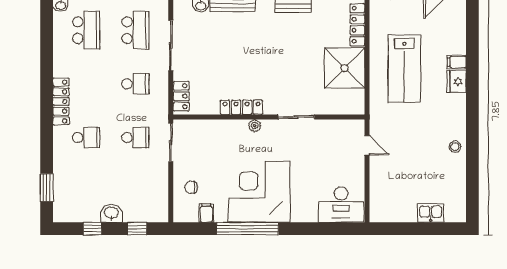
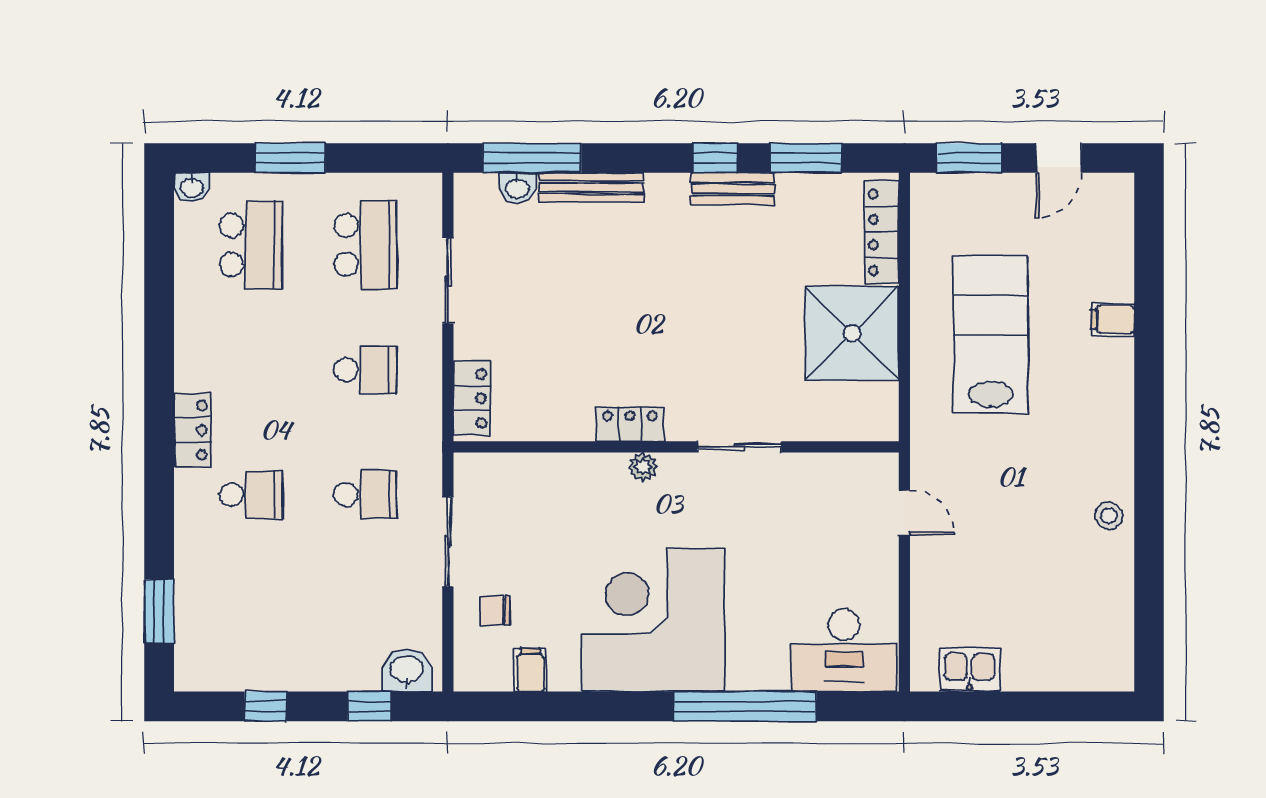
sliding door: (171, 46) -> (448, 281), width x0.73
lab bench: (404, 69) -> (991, 335), turned 180
fridge: (457, 81) -> (1112, 364), removed
locker: (61, 101) -> (192, 430), width x0.66
locker: (242, 107) -> (630, 424), width x0.66
sliding door: (171, 143) -> (448, 542), moved
washbasin: (111, 213) -> (407, 670), moved
kitchen sink: (431, 213) -> (969, 670), moved
window: (248, 229) -> (745, 706), moved

